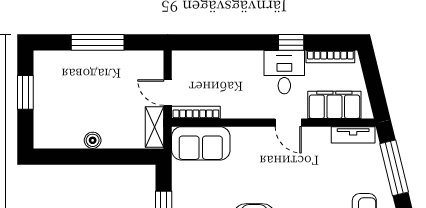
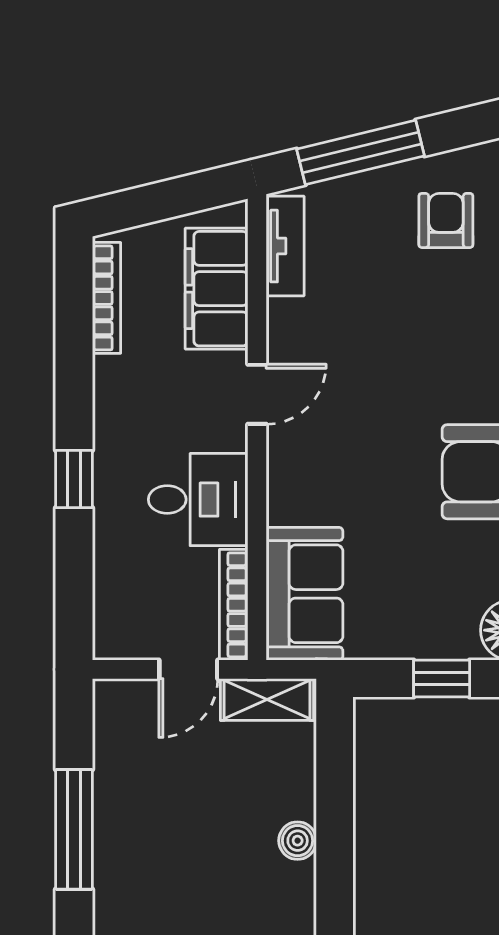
window: (291, 42) -> (74, 479), moved
desk: (284, 72) -> (198, 500), moved, turned 180

